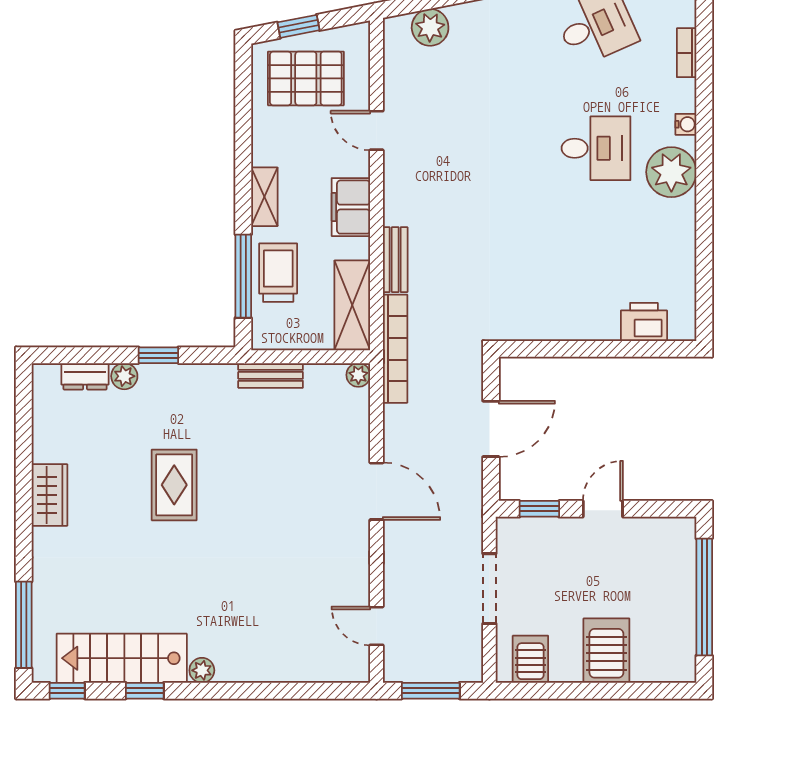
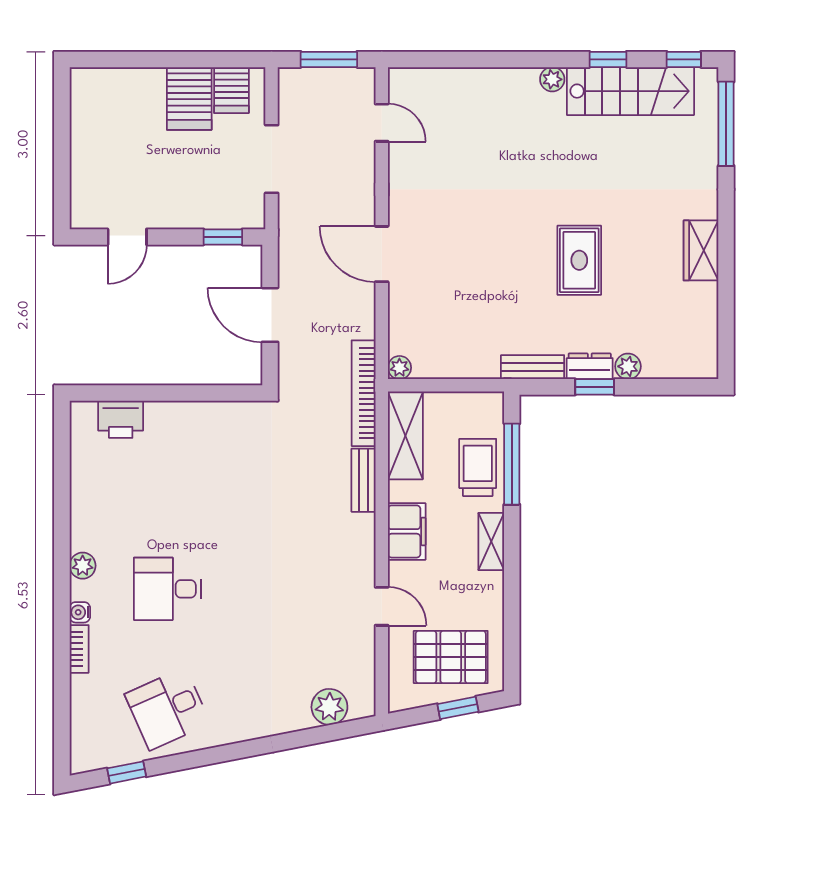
bookcase: (687, 53) -> (79, 649), moved
plant: (671, 172) -> (83, 566), width x0.53, depth x0.53
trolley: (278, 273) -> (478, 467), turned 180
bench: (271, 375) -> (533, 367), moved
dresser: (85, 376) -> (590, 366), moved
door: (491, 429) -> (270, 315), hinge flipped
door: (603, 509) -> (127, 237), moved
window: (704, 597) -> (62, 151), removed
server rack: (606, 651) -> (189, 98), moved

